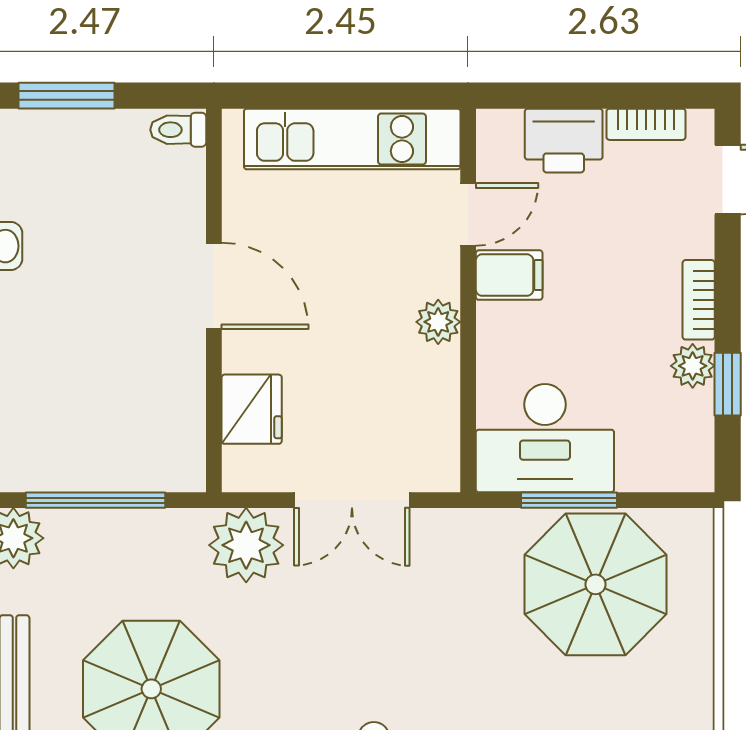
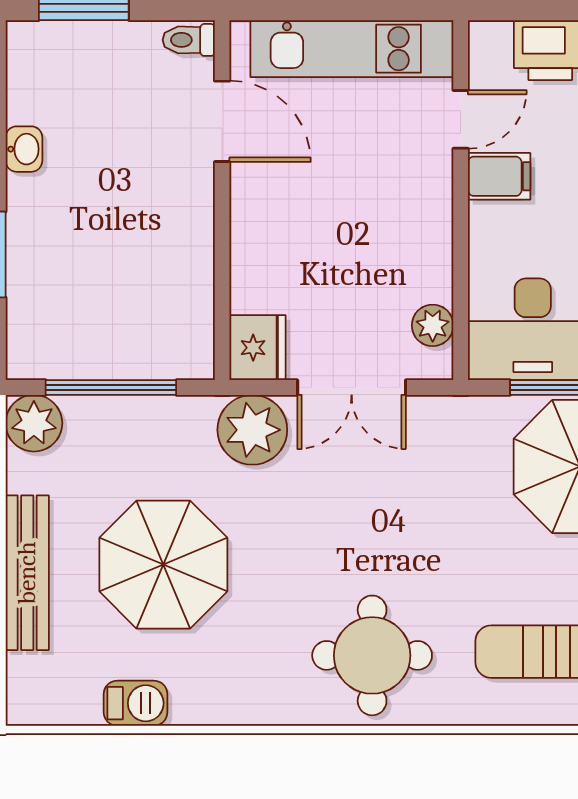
door: (214, 286) -> (222, 121), moved
plant: (438, 322) -> (433, 325), moved
fridge: (252, 409) -> (258, 348), moved

